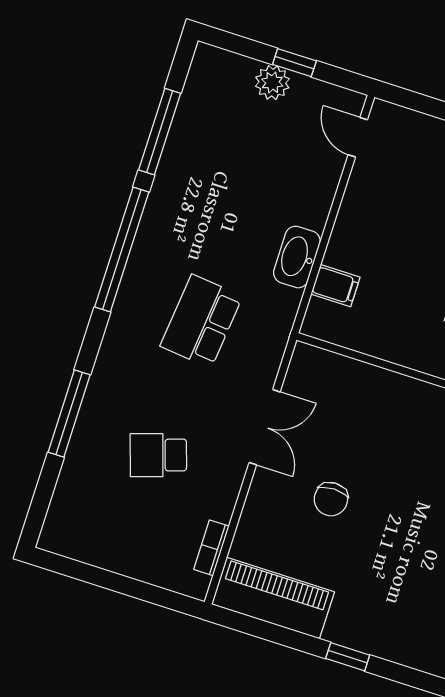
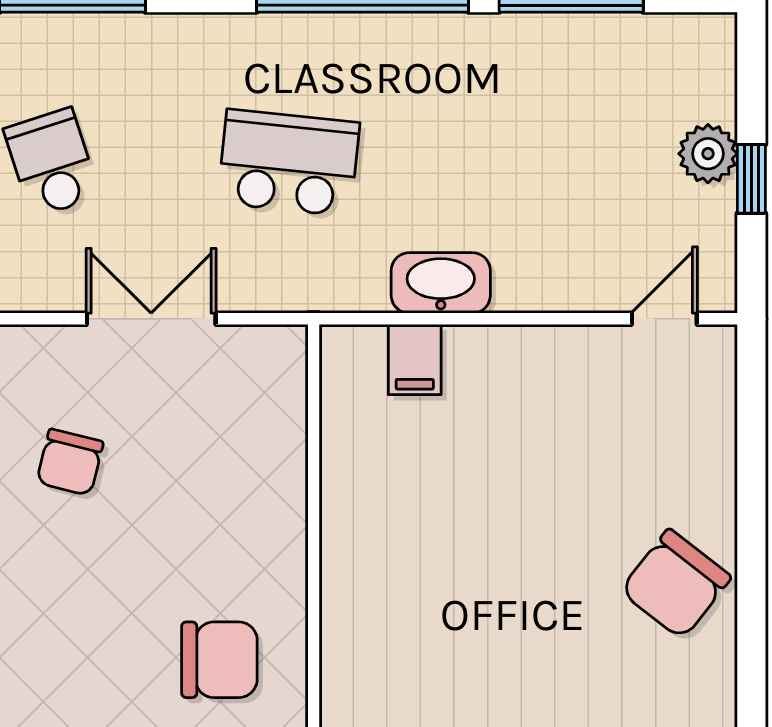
double door: (265, 427) -> (151, 319), swing flipped
chair: (331, 499) -> (70, 462), turned -76

